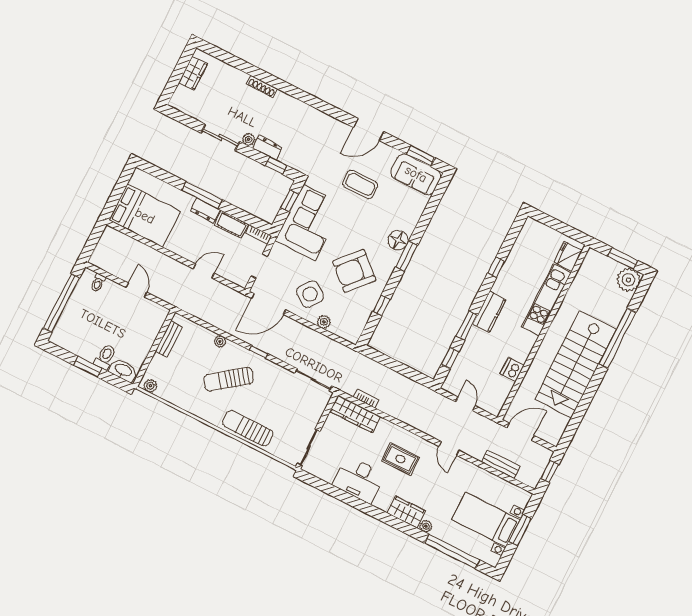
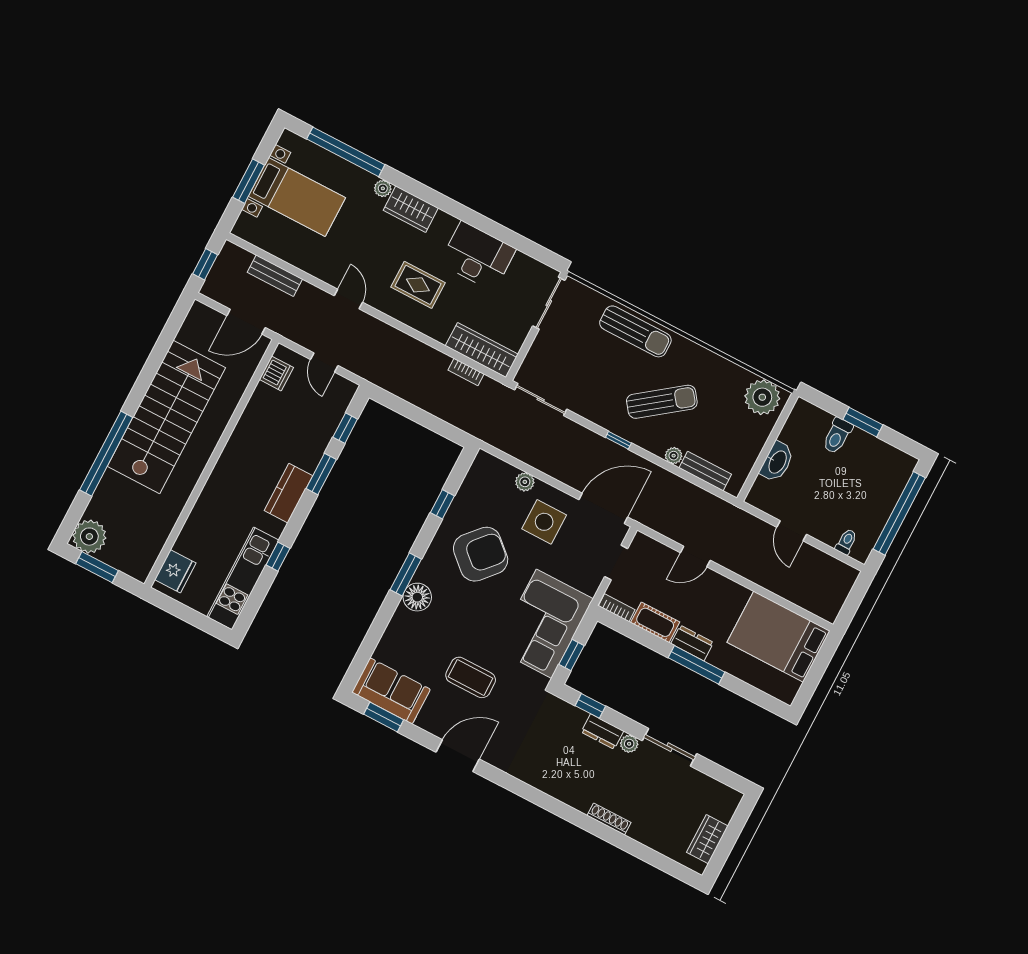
side table: (310, 294) -> (544, 522), turned -35
kitchen unit: (546, 300) -> (243, 578), moved, turned 180
bench: (169, 339) -> (705, 471), moved, turned 90
washbasin: (123, 370) -> (777, 462), moved, turned -90
dishwasher: (512, 370) -> (276, 373), moved
plant: (150, 386) -> (762, 397), width x1.88, depth x1.88

